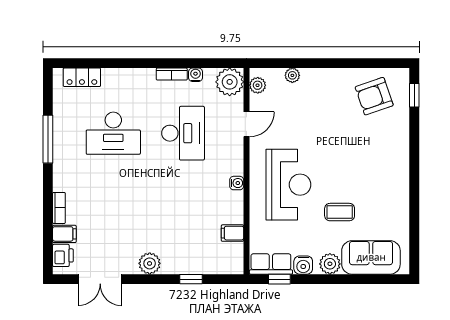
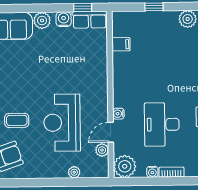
plant: (258, 85) -> (102, 150), moved
water cooler: (237, 183) -> (118, 114), moved
reception desk: (288, 185) -> (62, 123), moved
coffee table: (340, 212) -> (17, 120), moved

